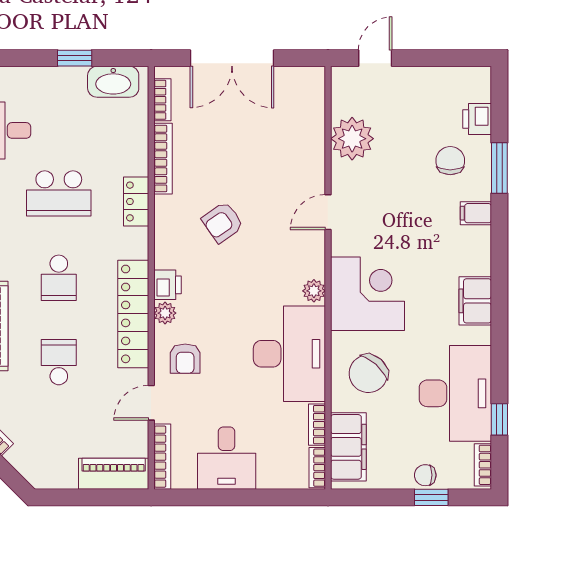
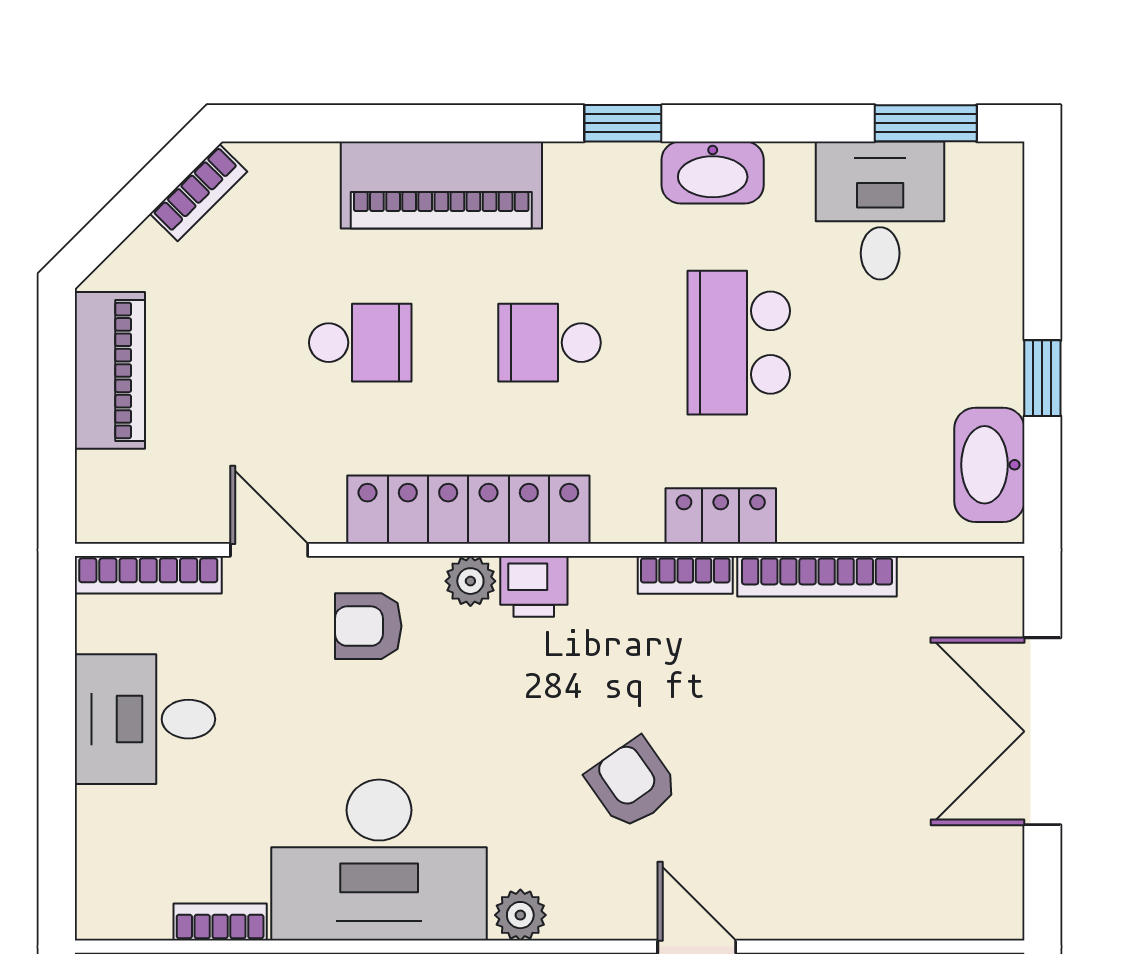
bookcase: (162, 100) -> (685, 575), moved
armchair: (223, 222) -> (632, 783), moved
bookcase: (317, 468) -> (123, 923), removed
piano: (114, 474) -> (110, 370), moved

